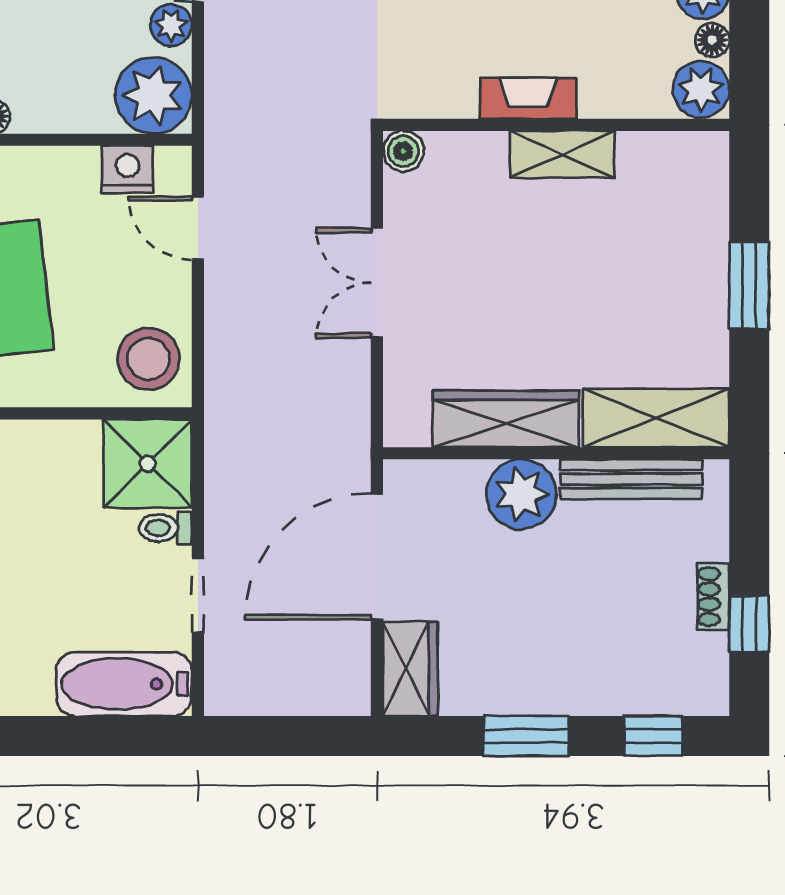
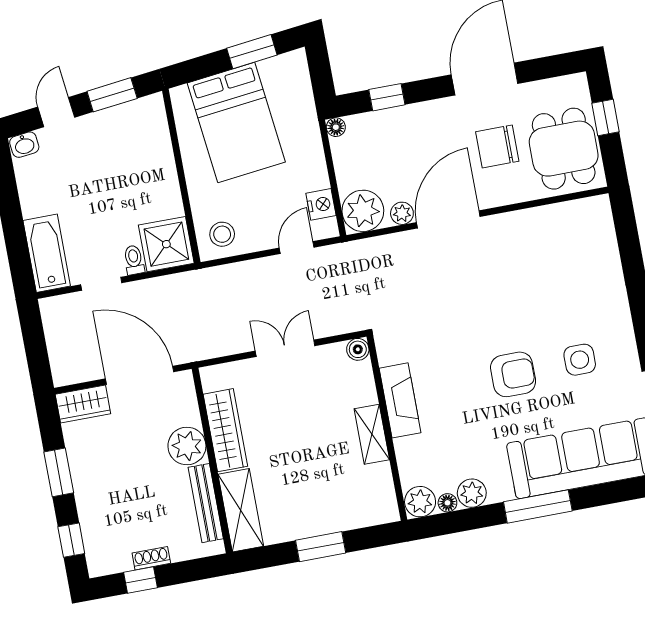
fireplace: (528, 98) -> (400, 400), width x1.37, depth x1.32
stool: (148, 359) -> (222, 234), width x0.73, depth x0.73

